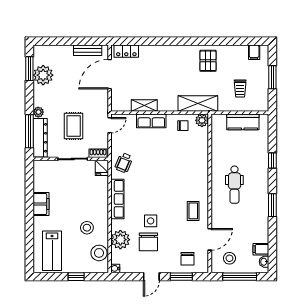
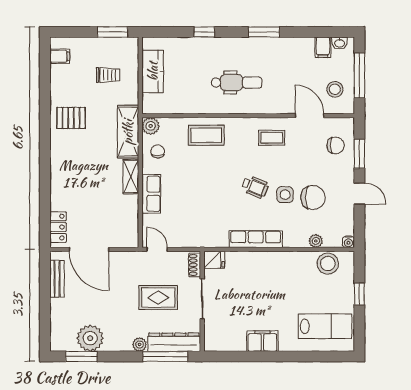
window: (272, 77) -> (112, 32), moved
shelving: (144, 106) -> (131, 177), moved
coffee table: (195, 162) -> (206, 135), added
wheelchair: (124, 163) -> (255, 187), moved
stool: (87, 228) -> (294, 280), removed
plant: (120, 240) -> (316, 241), width x0.53, depth x0.53

